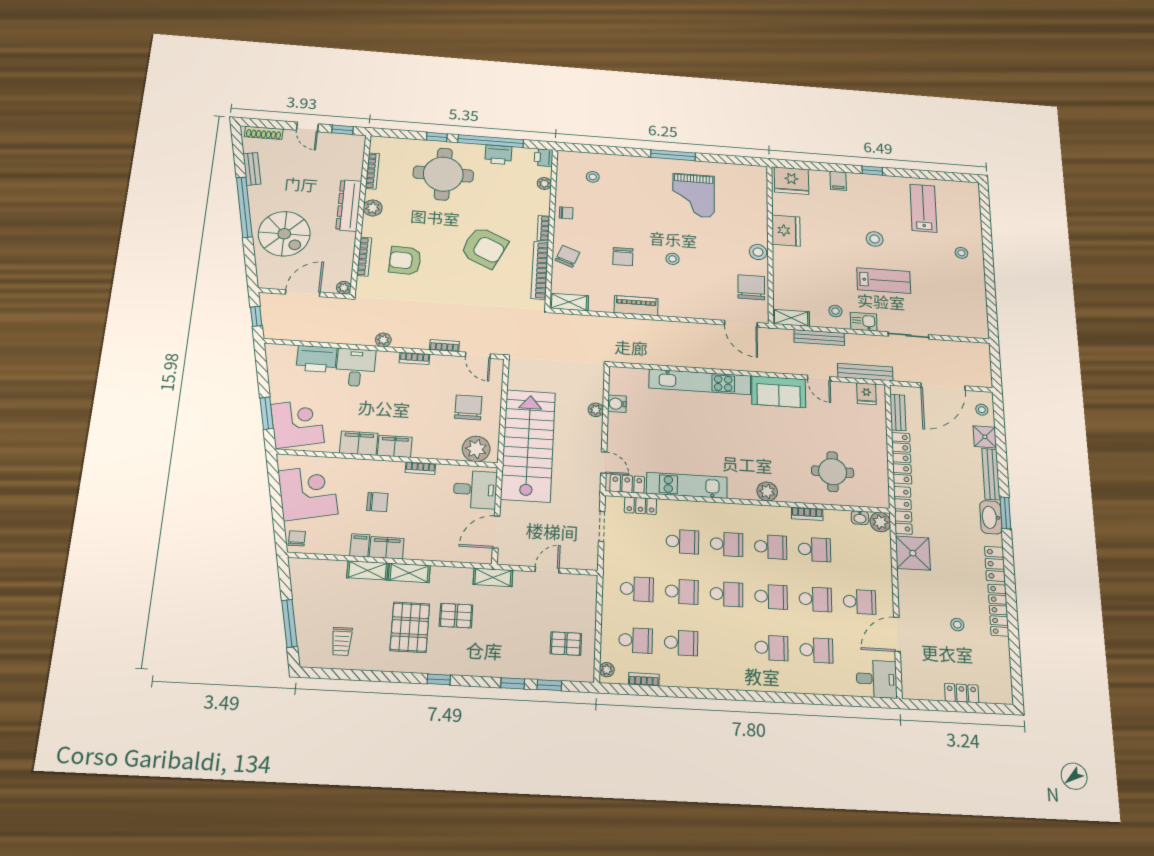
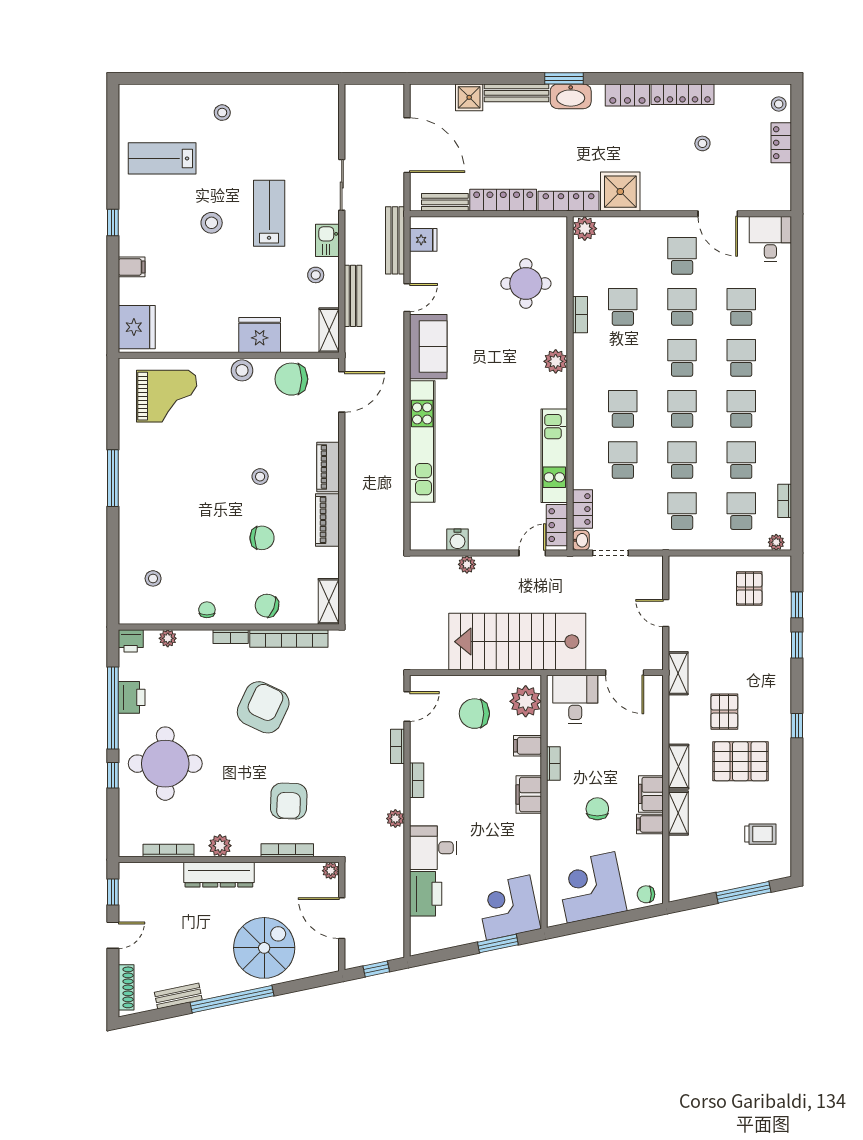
grand piano: (694, 195) -> (167, 396), moved
fridge: (786, 231) -> (260, 335), moved
piano: (680, 309) -> (328, 467), added
stool: (982, 410) -> (779, 104), moved
filing cabinet: (359, 443) -> (528, 746), moved, width x0.50
washbasin: (860, 518) -> (581, 540), moved
school desk: (771, 547) -> (741, 409), moved

